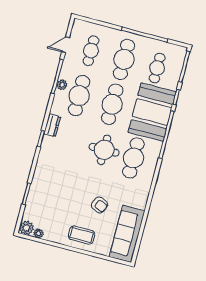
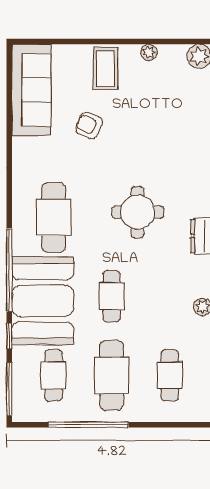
cafe table: (79, 96) -> (170, 296), removed
cafe table: (112, 104) -> (112, 296), width x0.73, depth x0.74
round table: (104, 150) -> (138, 212), moved
plant: (38, 233) -> (149, 52), moved
coffee table: (82, 235) -> (106, 68), turned 90

